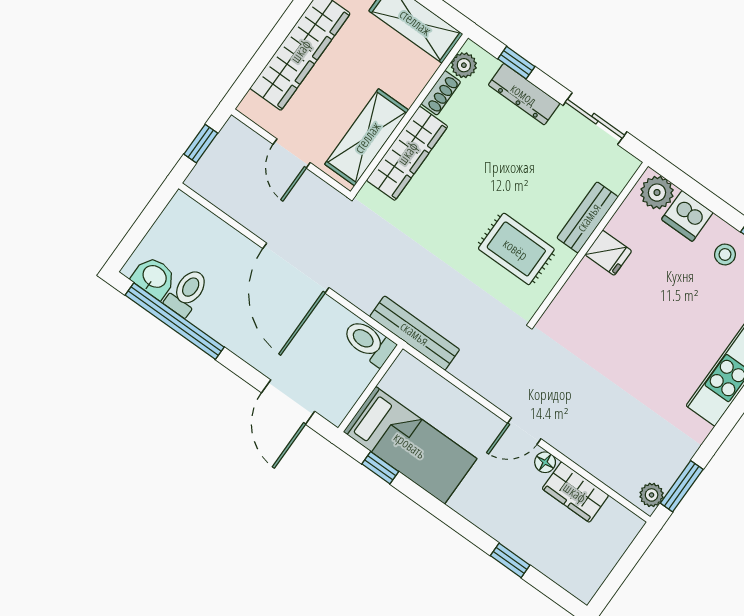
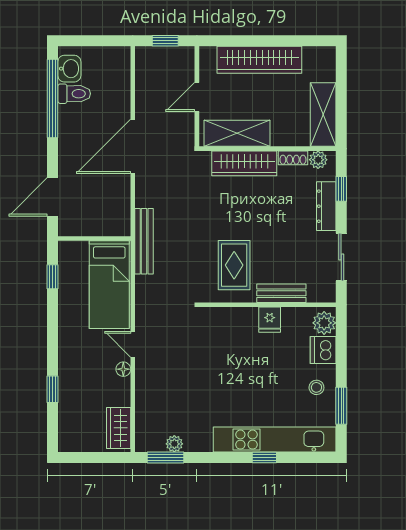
toilet: (369, 342) -> (120, 219), removed
bed: (410, 445) -> (109, 285), moved
wardrobe: (575, 492) -> (119, 428), moved
plant: (652, 495) -> (174, 444), moved

